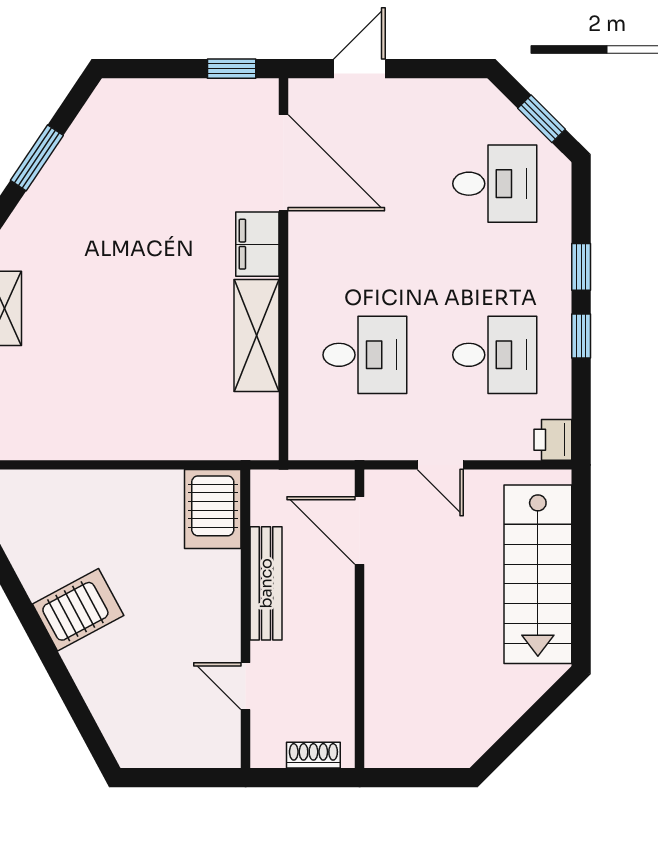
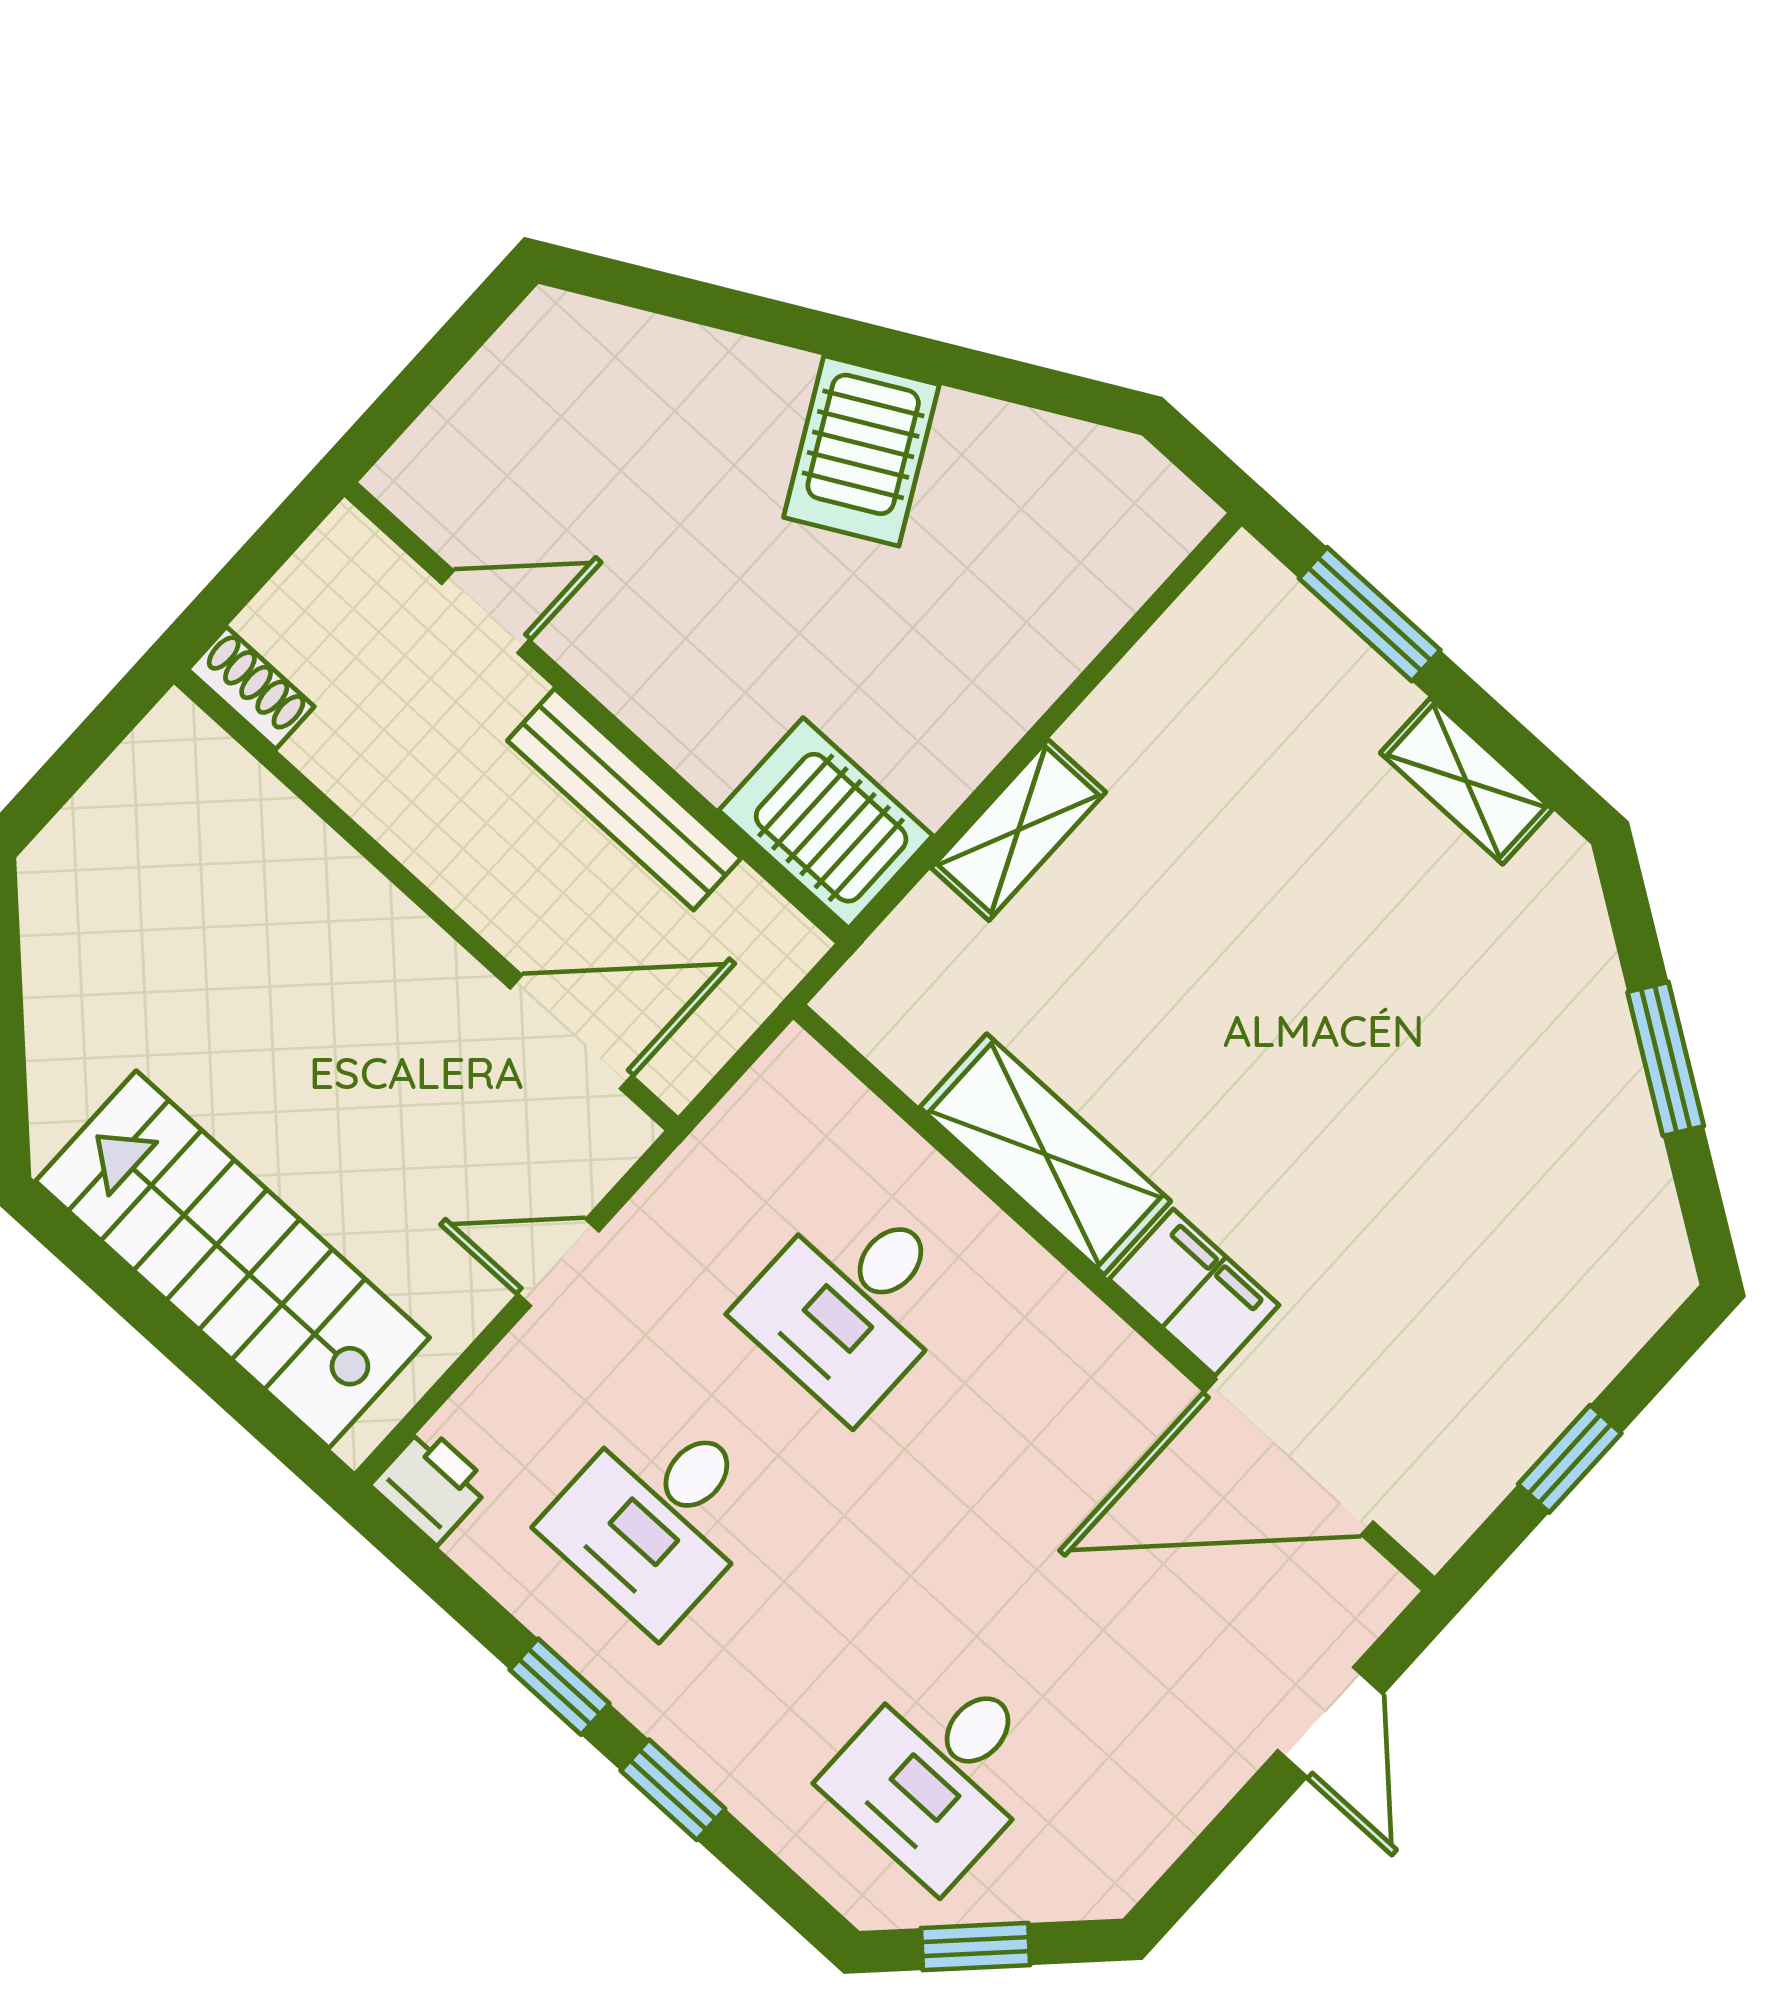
window: (232, 69) -> (1570, 1459), moved
shelving: (157, 443) -> (1018, 830), added
shoe rack: (313, 755) -> (251, 688), moved, turned -90

